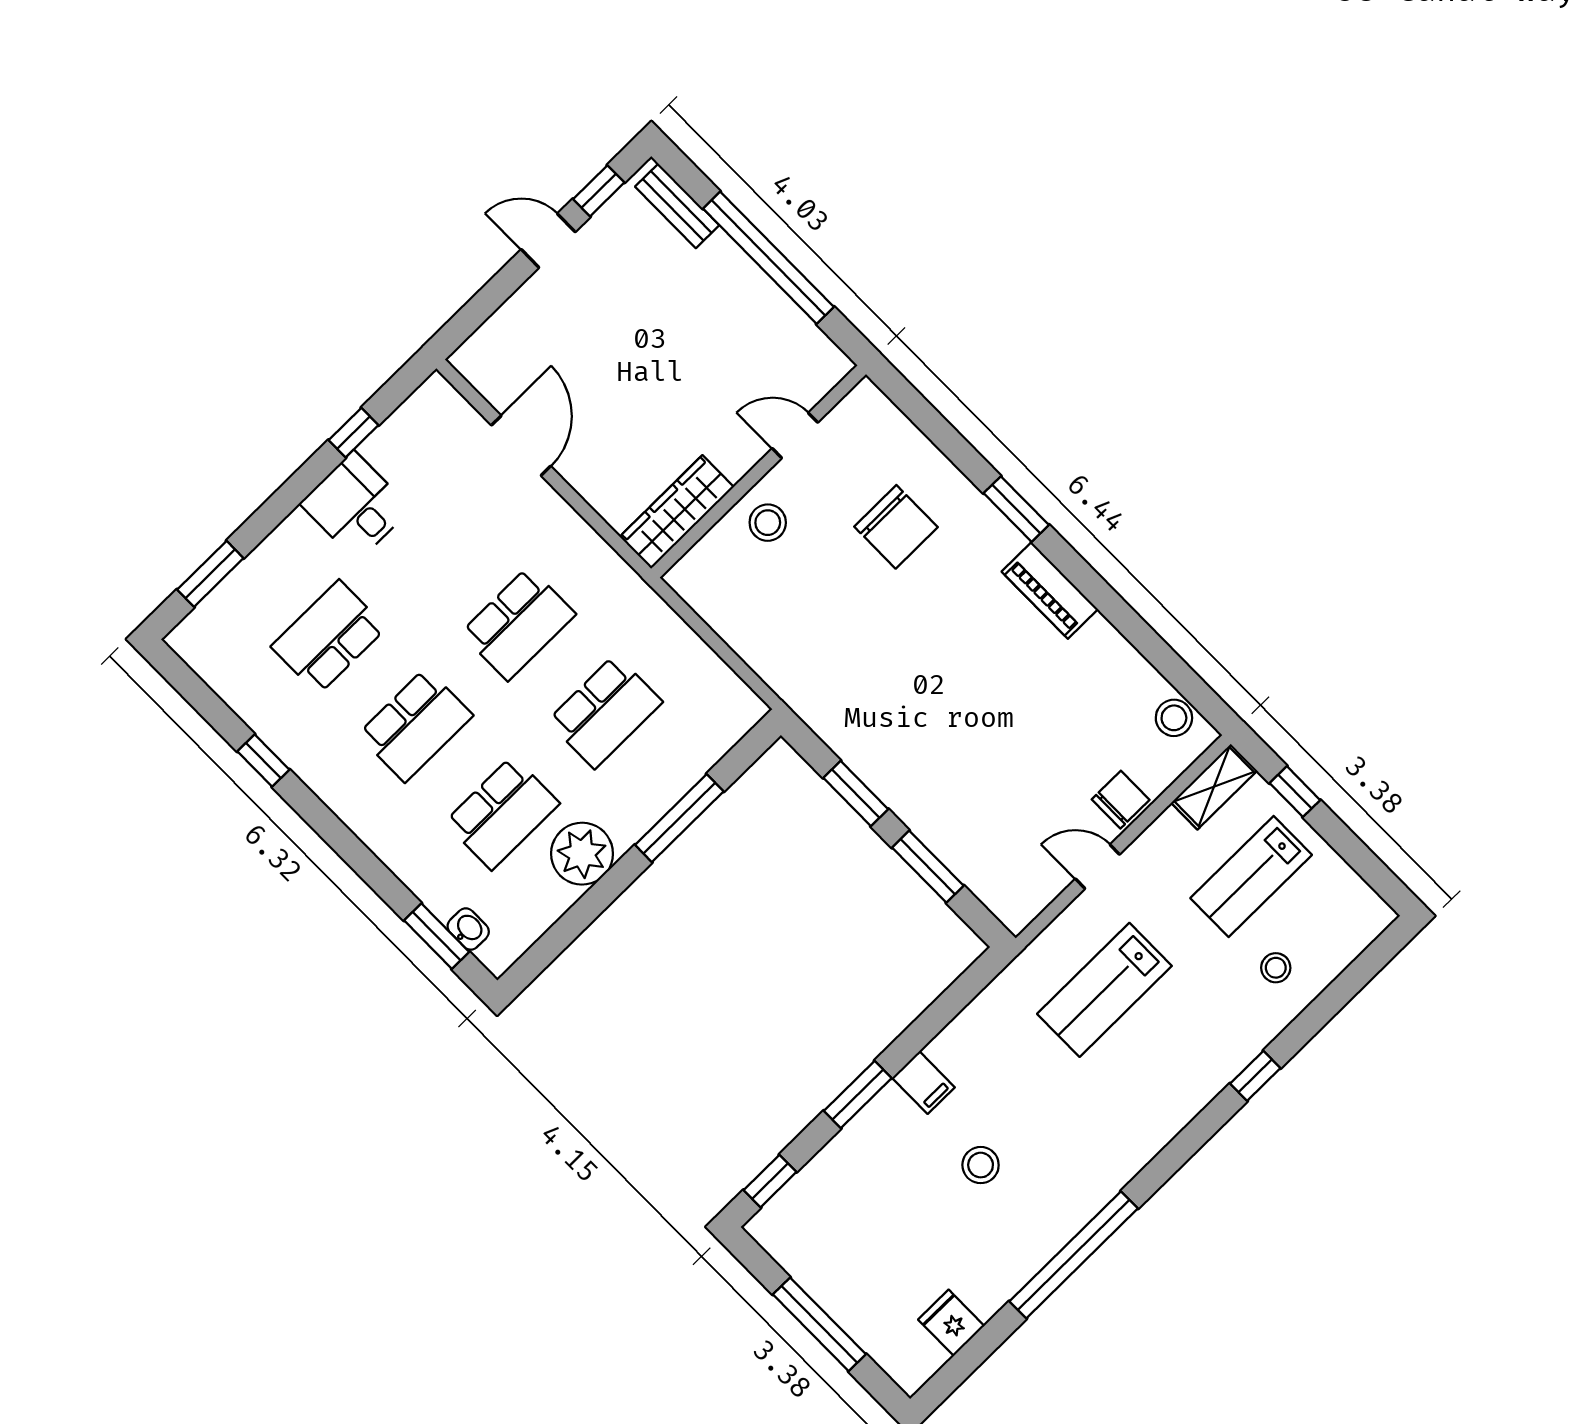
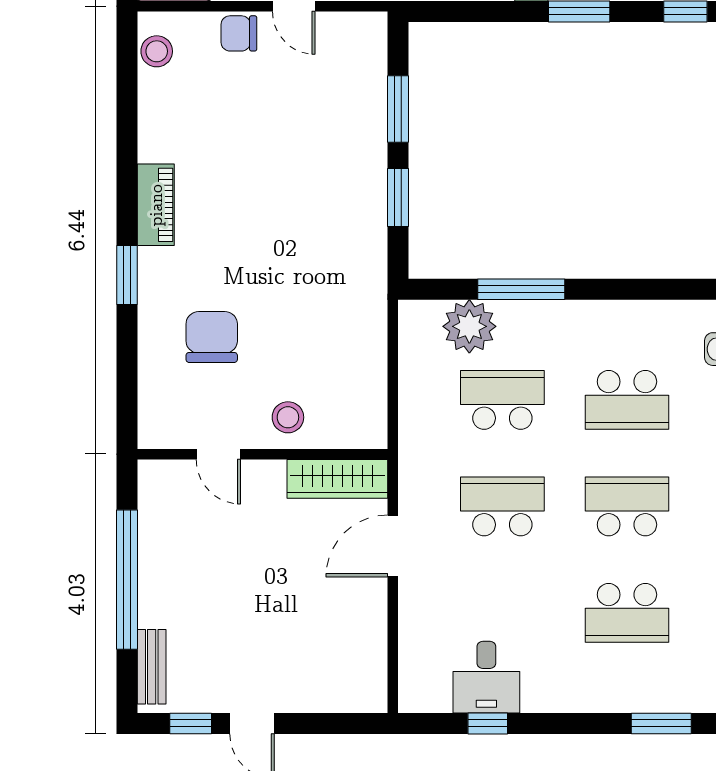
door: (521, 446) -> (393, 546), moved
desk: (355, 506) -> (486, 677), moved
school desk: (502, 813) -> (627, 400), turned 180
plant: (582, 854) -> (469, 326), moved

